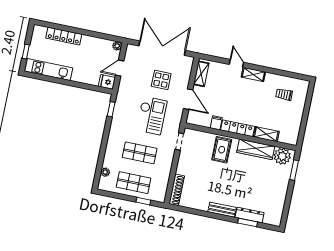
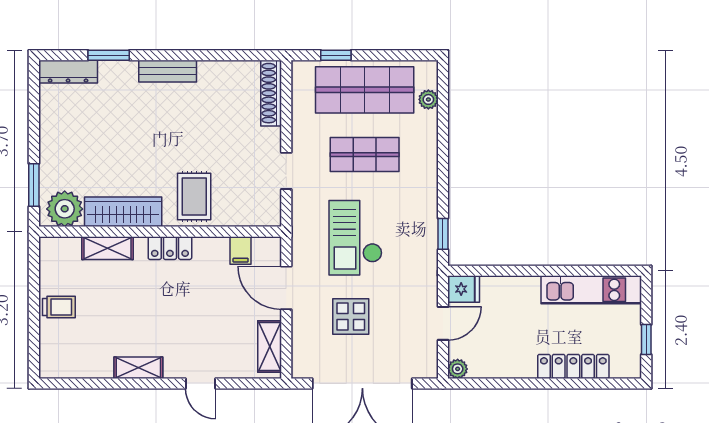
window: (26, 52) -> (646, 339), moved
shelving: (253, 74) -> (138, 368), moved
trolley: (284, 94) -> (59, 307), moved
filing cabinet: (216, 123) -> (241, 250), moved
locker: (238, 128) -> (170, 248), width x0.66
doorway: (179, 141) -> (286, 171), moved
shop shelf: (134, 183) -> (365, 90), width x1.43, depth x1.36
dresser: (250, 215) -> (68, 72), moved

